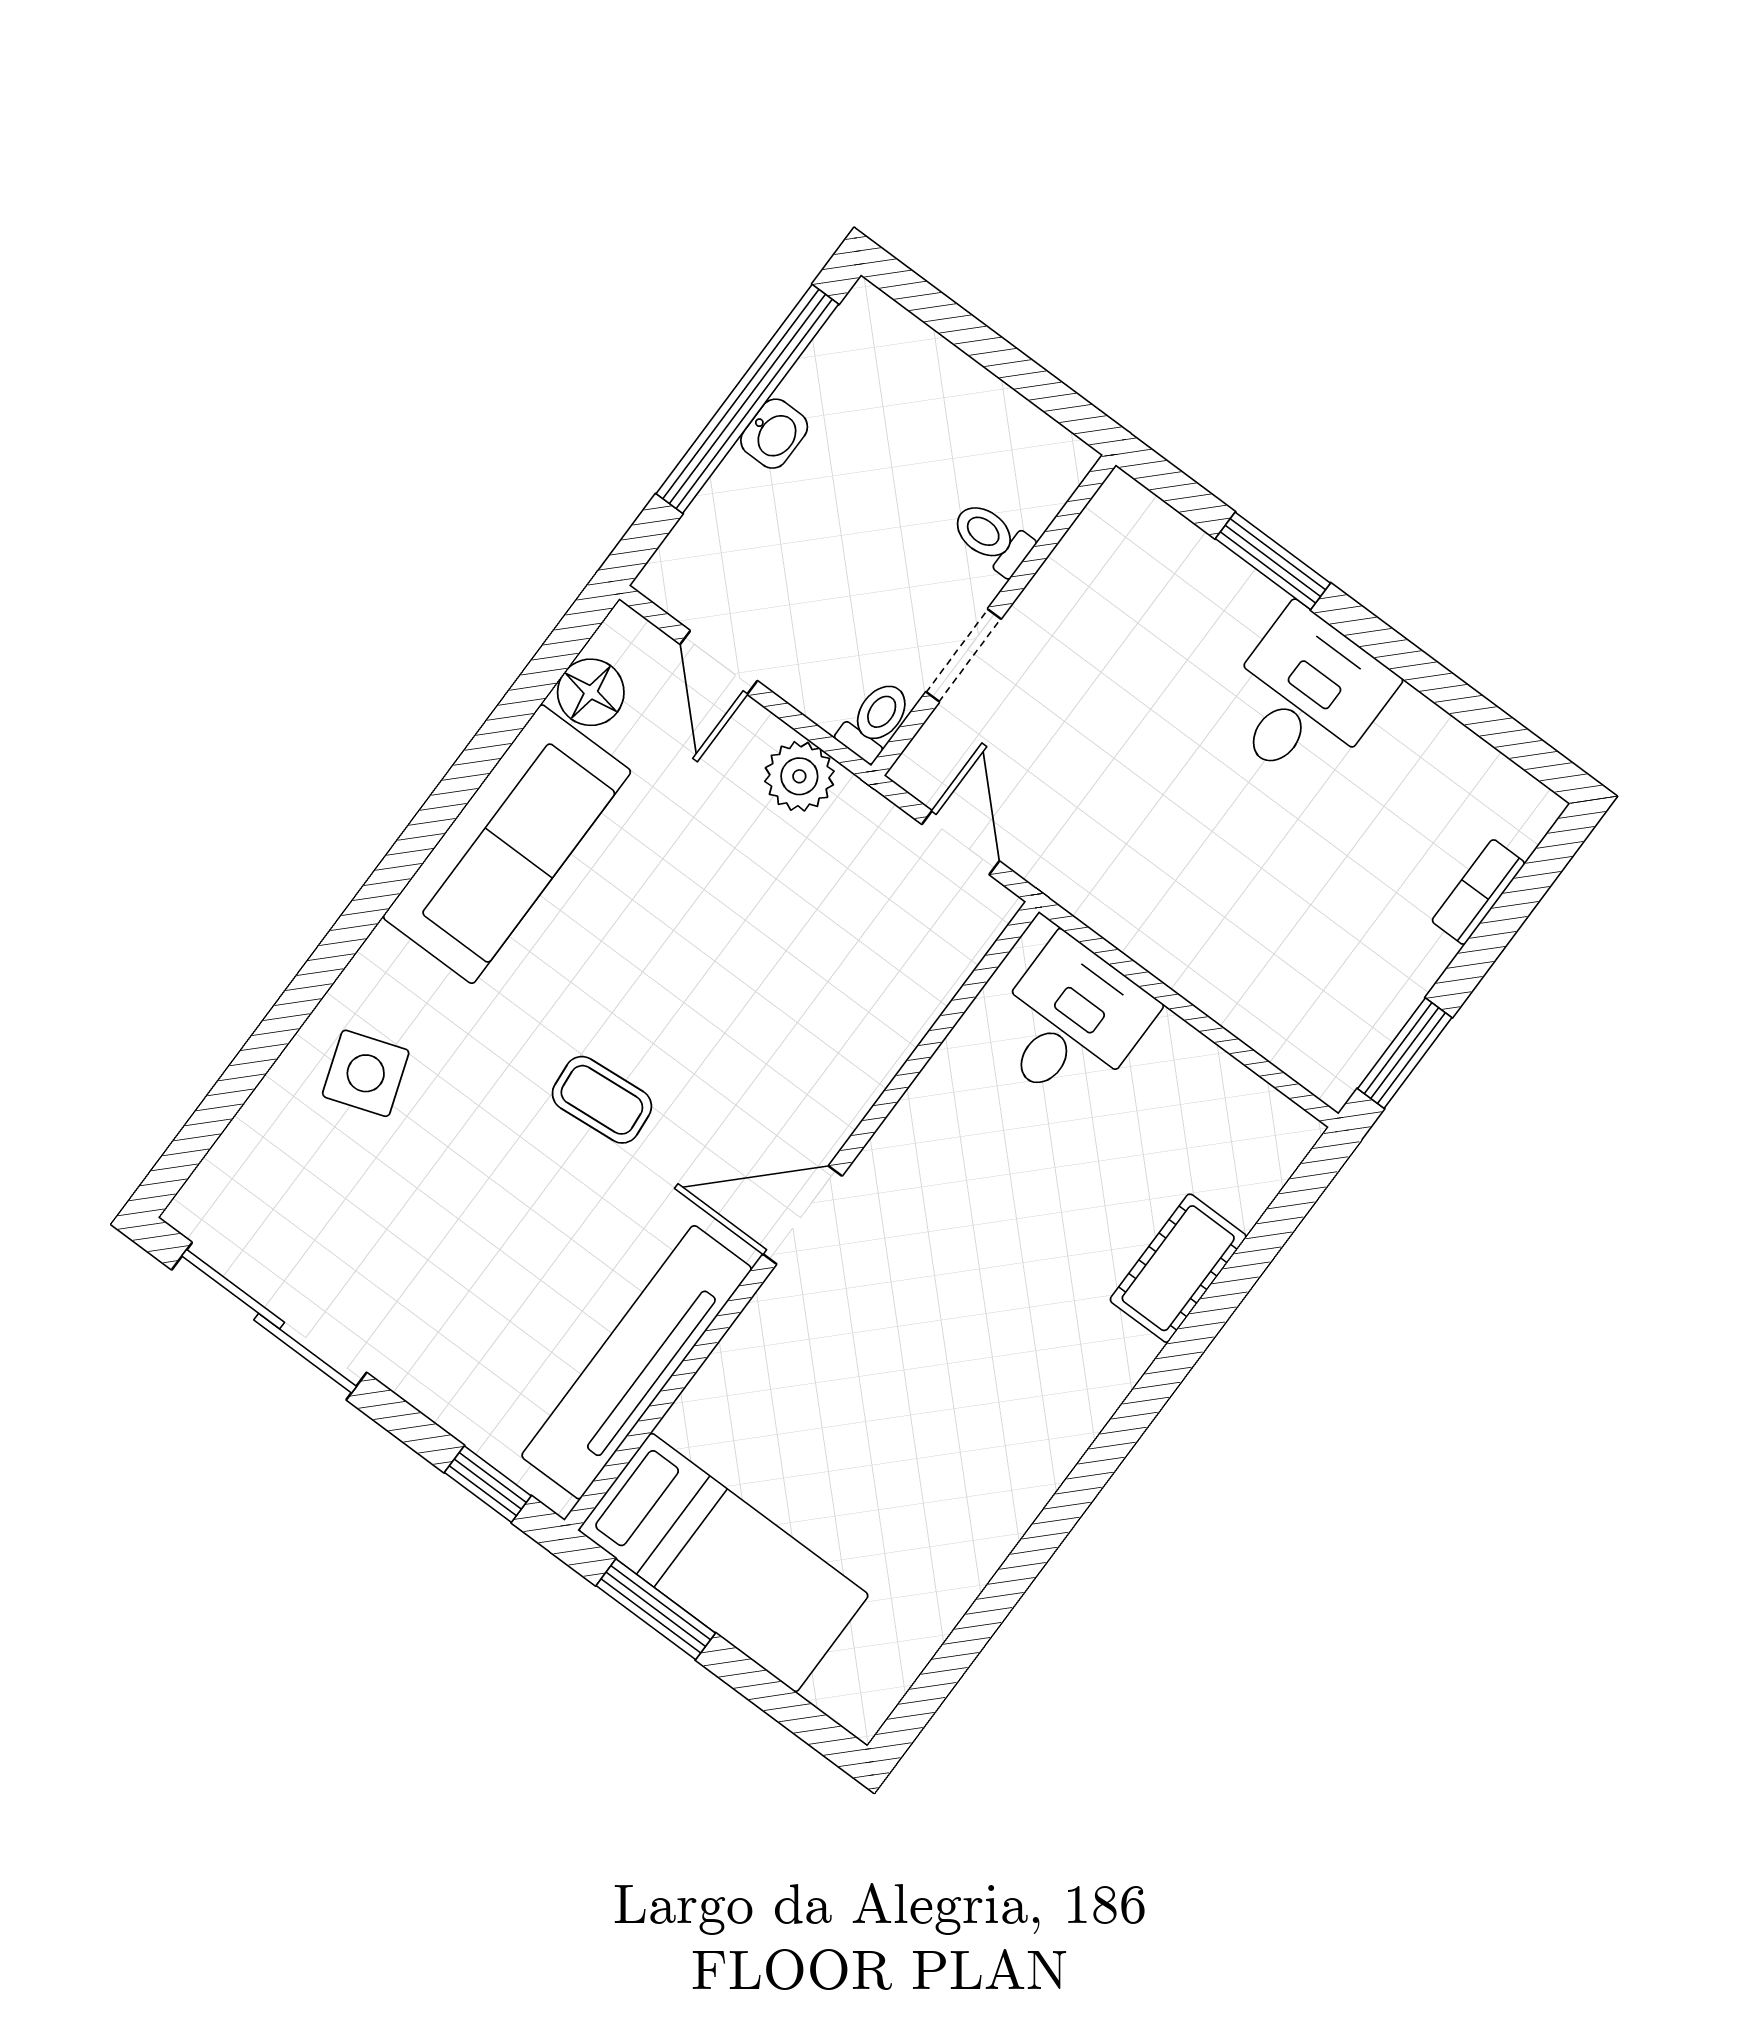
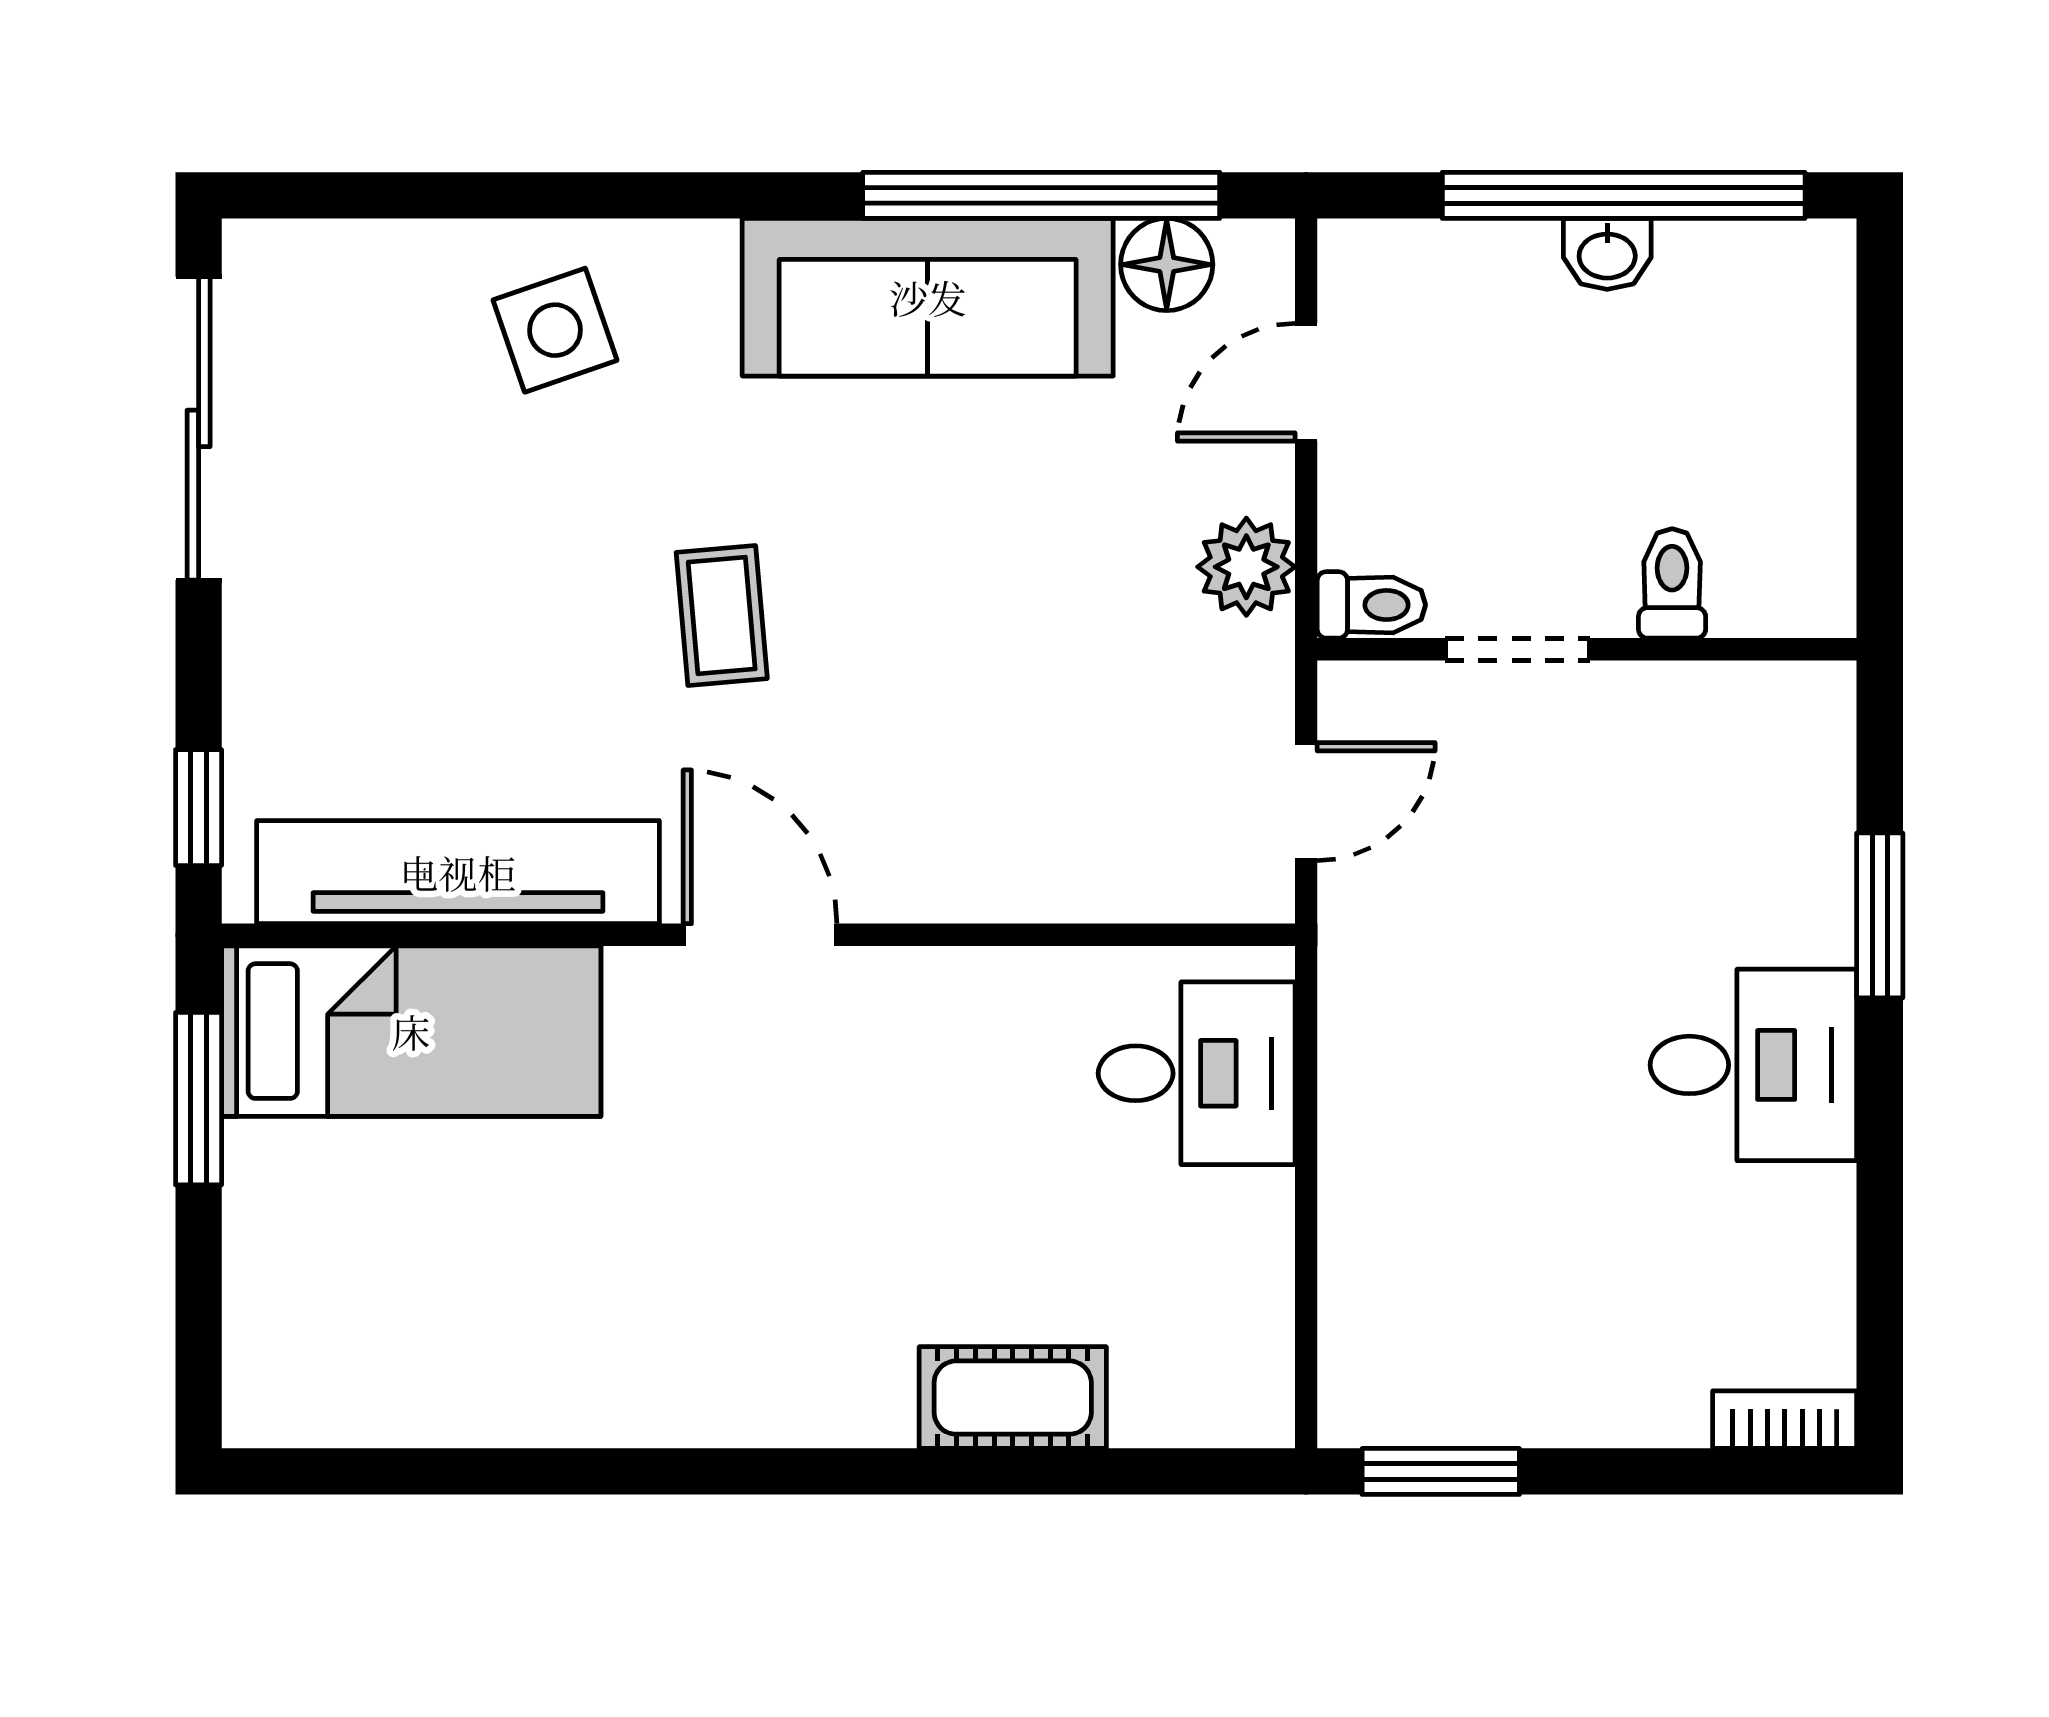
window: (497, 735) -> (1041, 195), added
bookcase: (1478, 892) -> (1785, 1420), moved
bed: (723, 1563) -> (411, 1031), moved, turned -90

